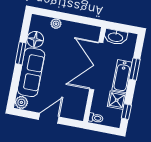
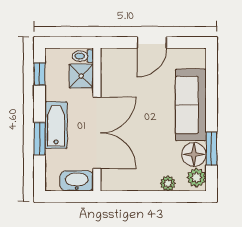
window: (21, 53) -> (211, 149), moved
shower: (117, 100) -> (81, 76), moved
plant: (21, 102) -> (196, 178), moved

